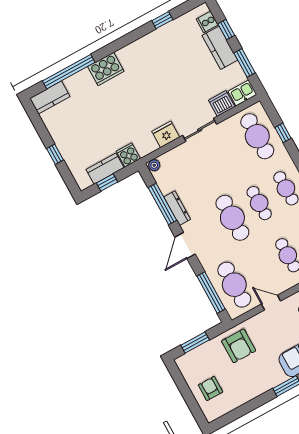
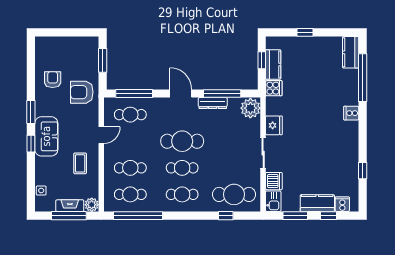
cooker: (106, 69) -> (351, 113), width x0.53, depth x0.76
plant: (154, 165) -> (250, 108), width x1.88, depth x1.88
cafe table: (234, 285) -> (130, 115), width x0.73, depth x0.74
armchair: (210, 388) -> (53, 80), moved, turned -90

